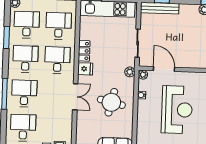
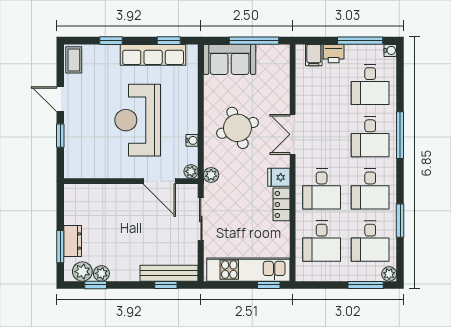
round table: (111, 102) -> (237, 128), turned -32

